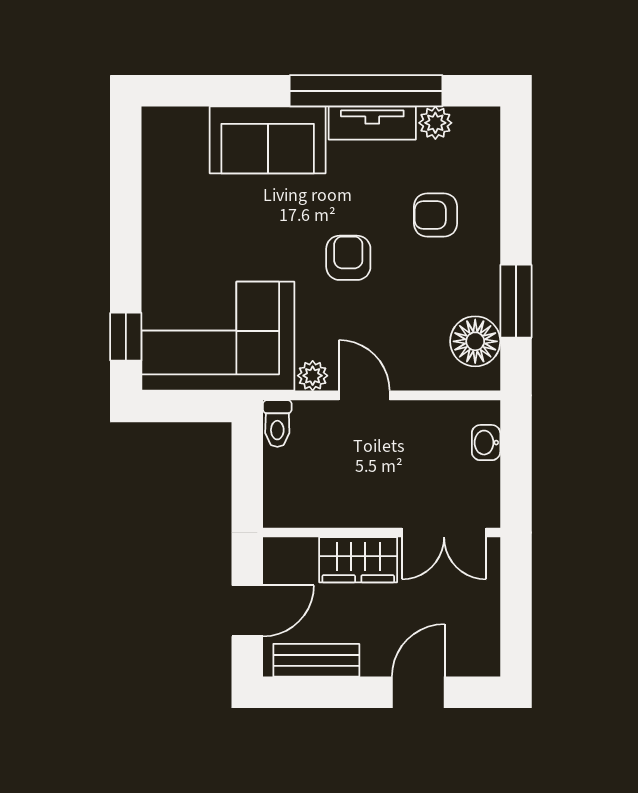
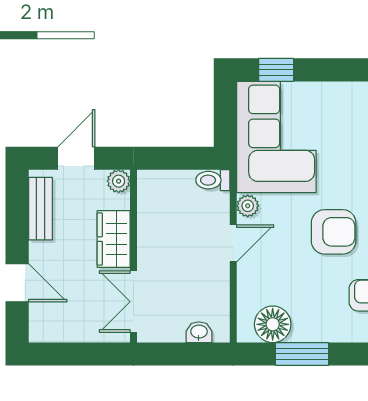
armchair: (348, 258) -> (334, 232), width x1.38, depth x1.38
plant: (279, 553) -> (119, 181), added
door: (247, 611) -> (76, 158), swing flipped

